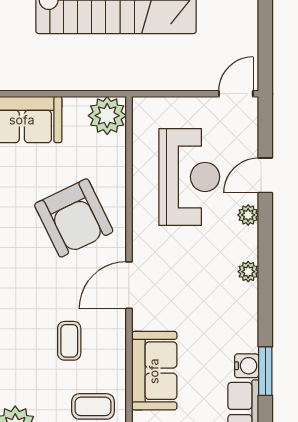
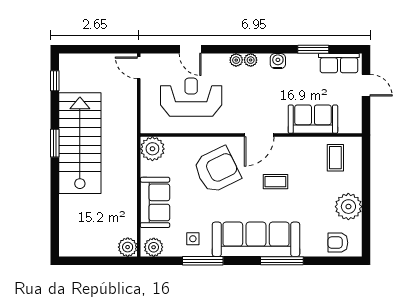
plant: (248, 215) -> (236, 60), moved
door: (129, 285) -> (259, 135), hinge flipped
coffee table: (69, 341) -> (275, 182), moved
water cooler: (247, 366) -> (278, 61), moved

